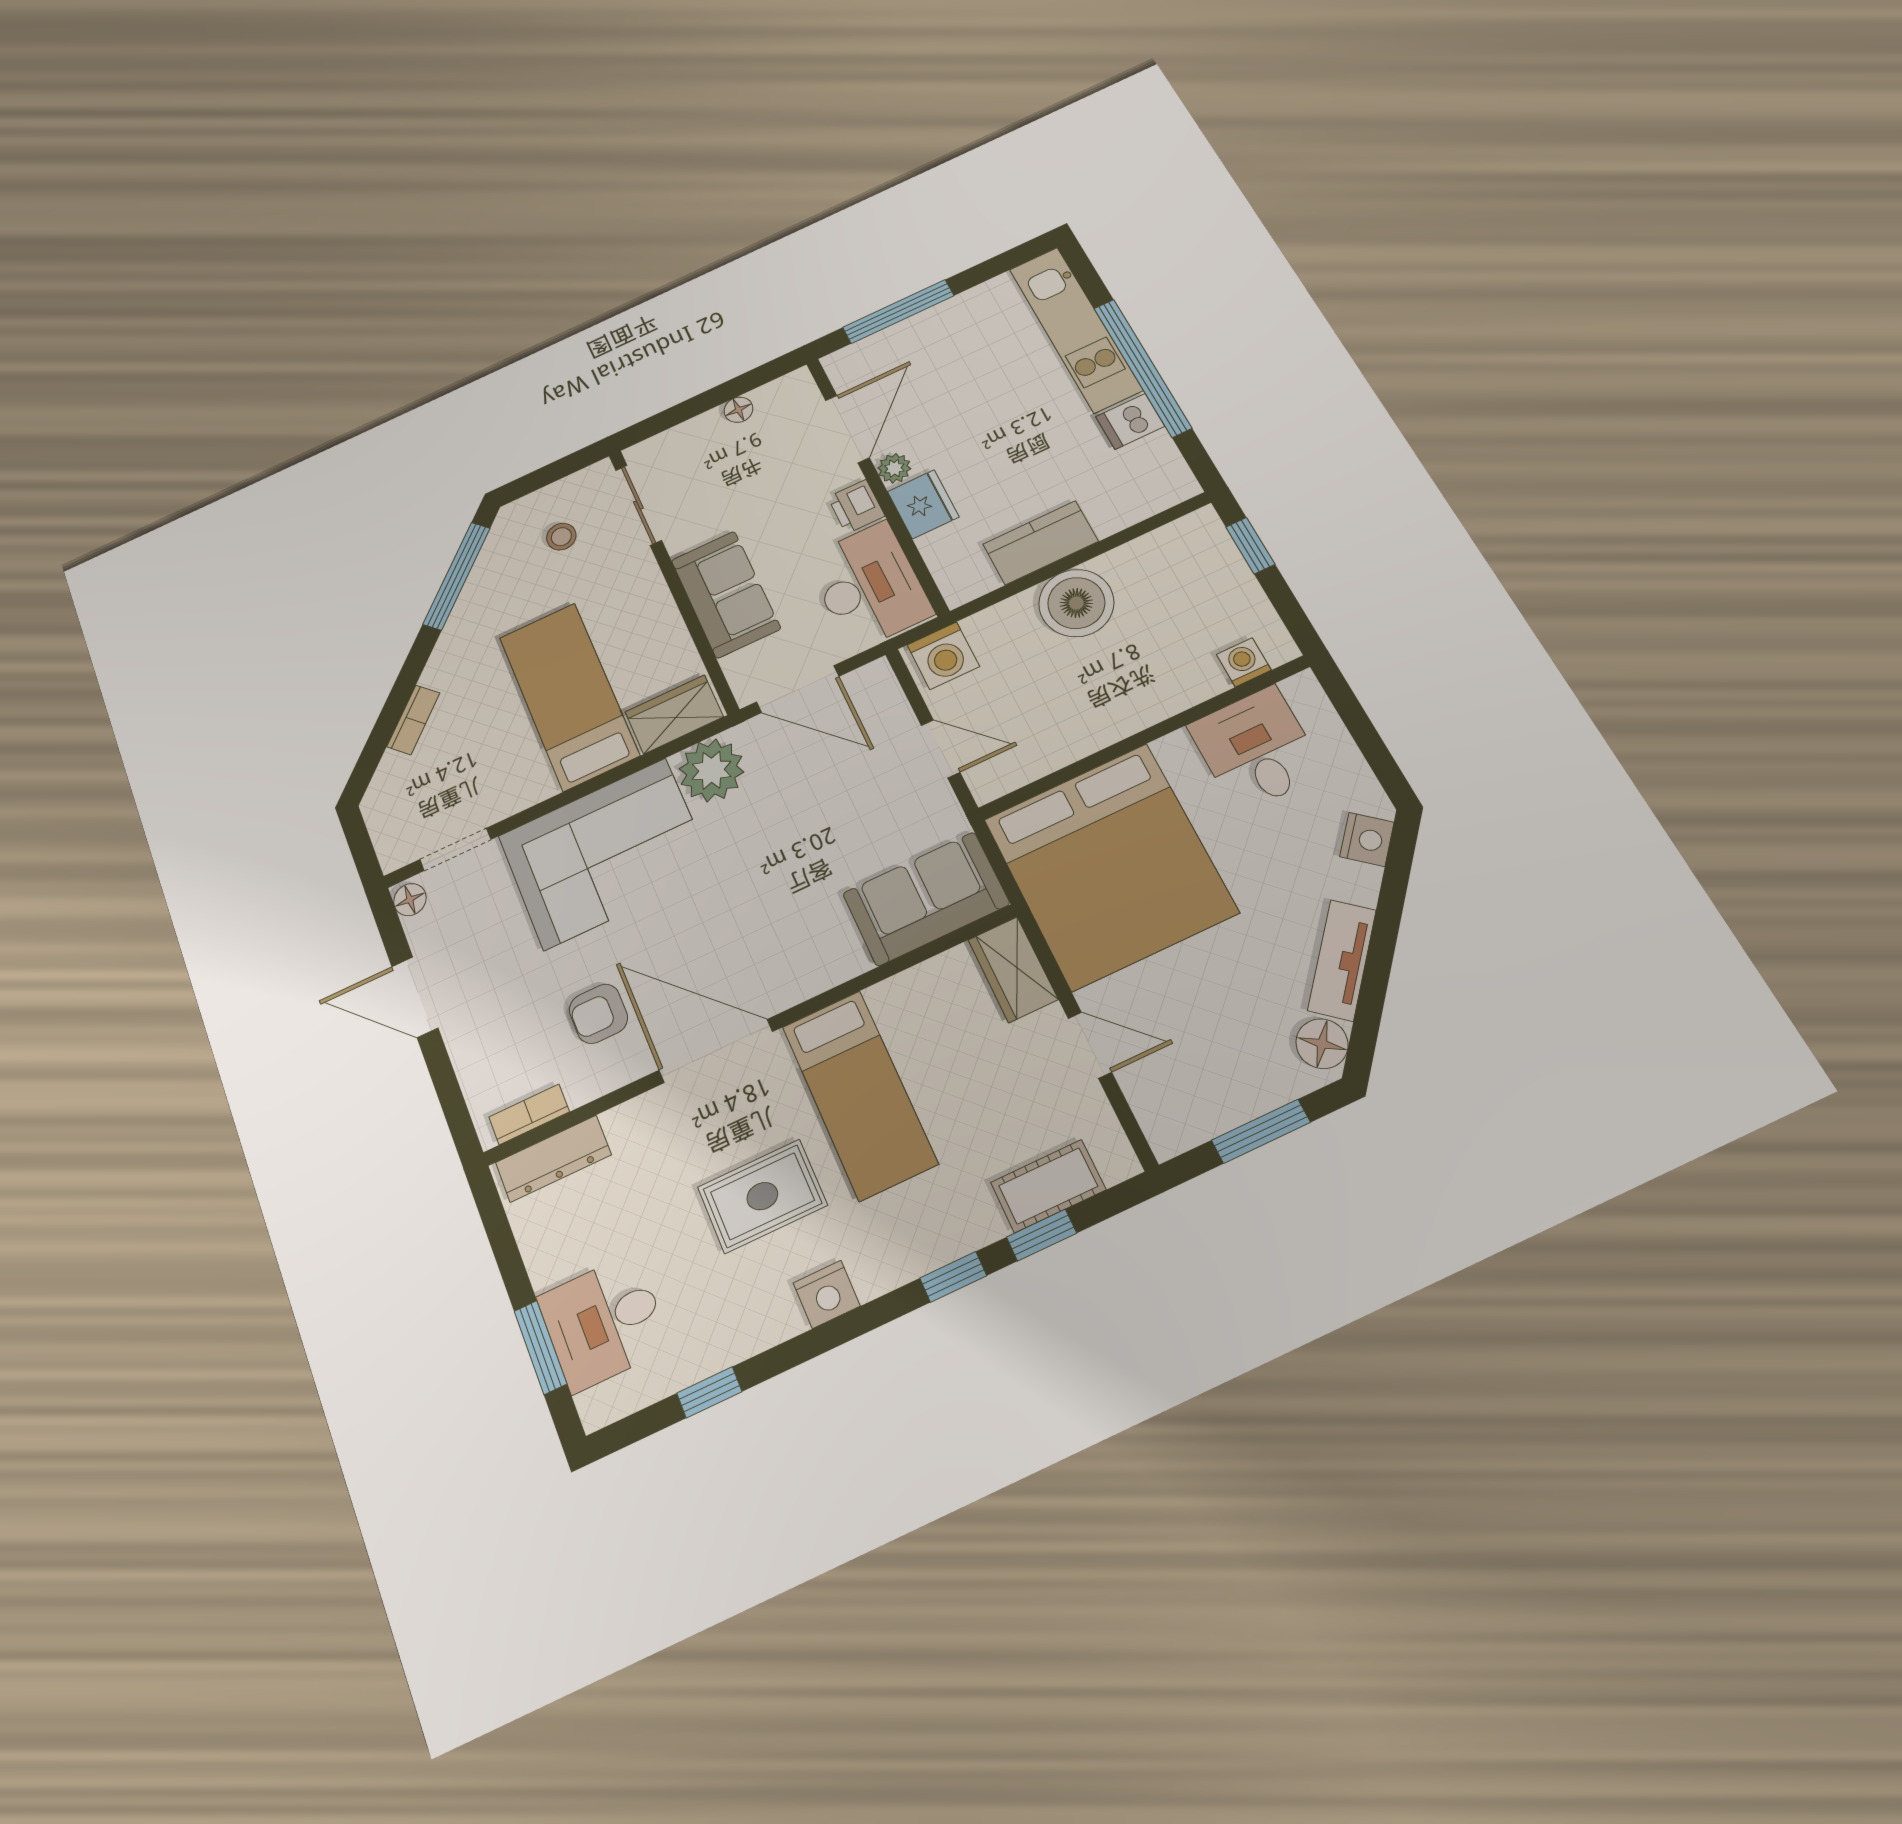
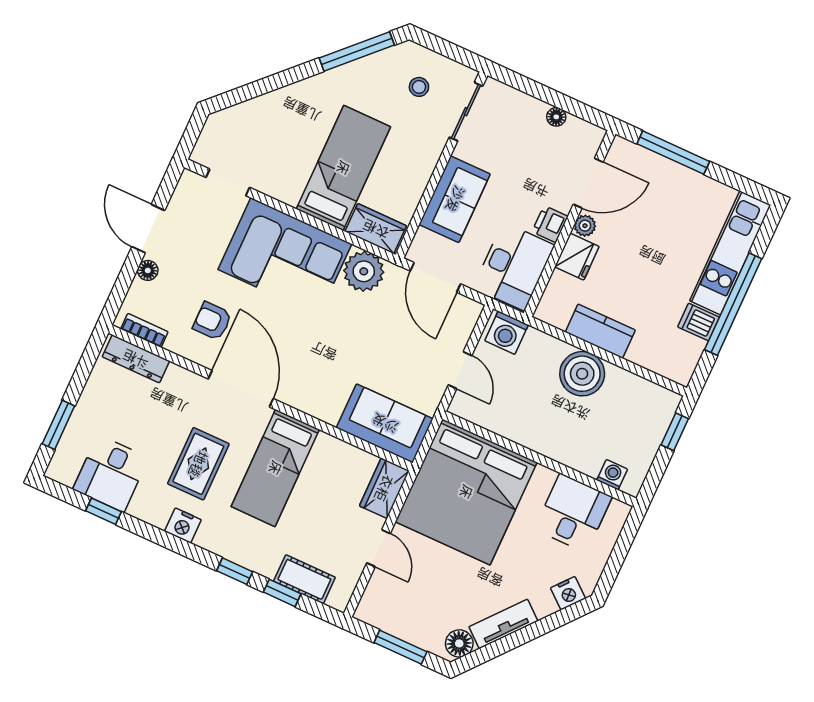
bookcase: (413, 720) -> (270, 100), removed
floor lamp: (410, 900) -> (148, 270), moved
rug: (762, 1196) -> (198, 464), turned 90
desk: (604, 1322) -> (111, 473), moved, turned -90

